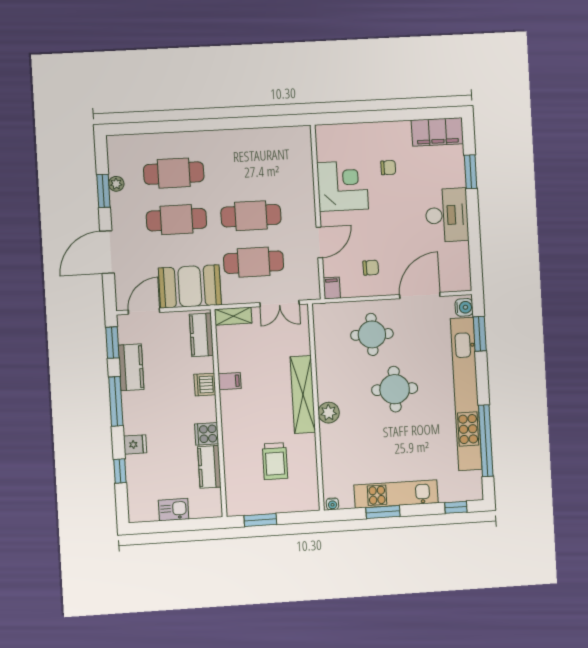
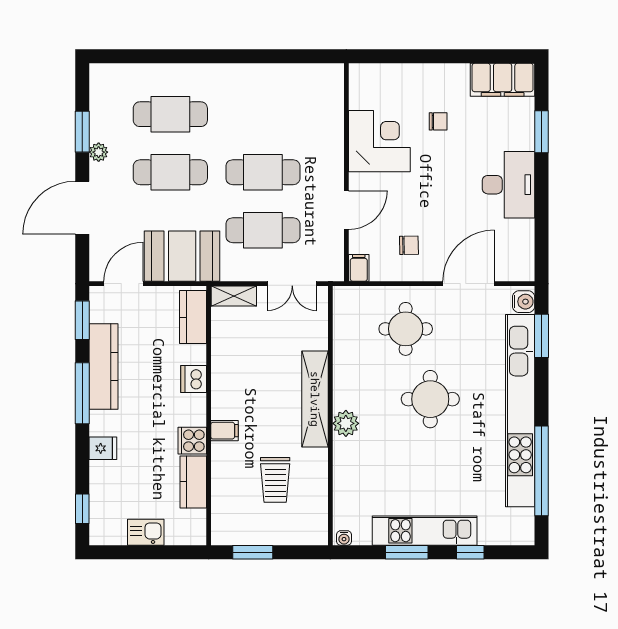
plant: (116, 184) -> (99, 152), moved
kitchen counter: (131, 367) -> (103, 366), width x1.50
filing cabinet: (230, 381) -> (225, 431), moved
window: (120, 471) -> (82, 509), moved
window: (456, 507) -> (470, 552), moved

